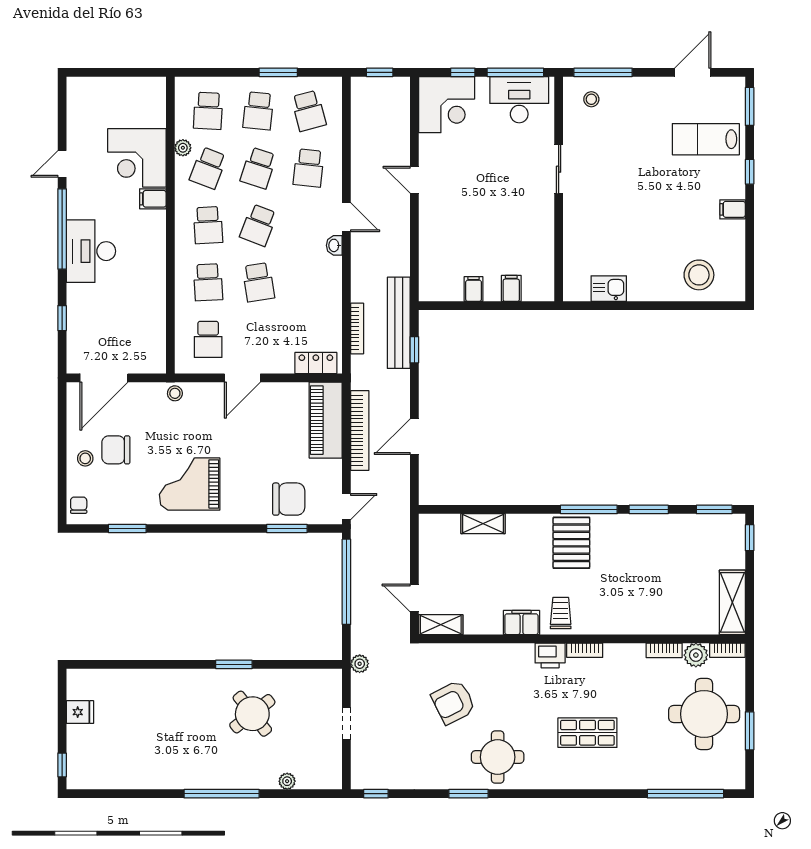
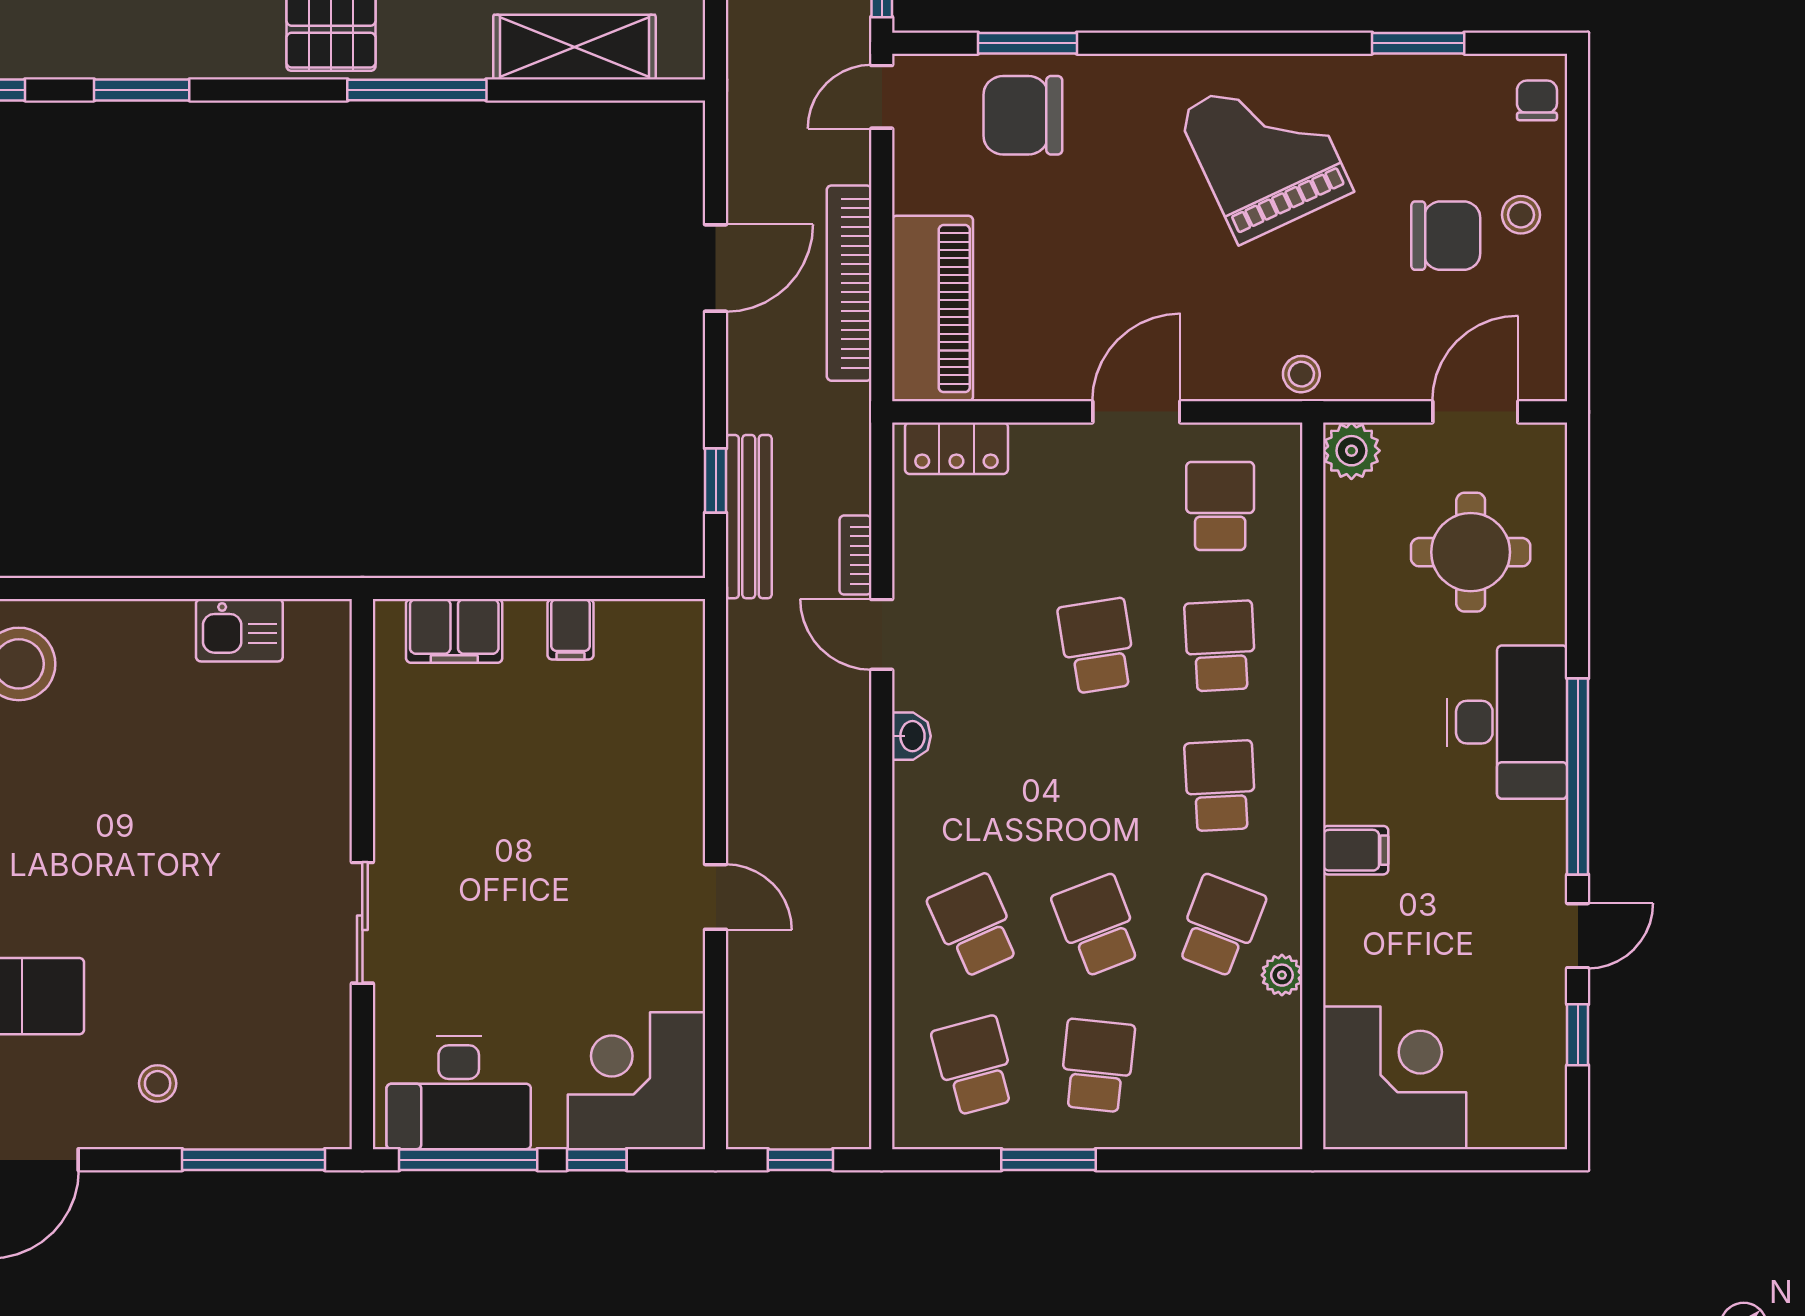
stool: (591, 99) -> (158, 1083), moved
school desk: (208, 111) -> (1220, 1066), removed
corner desk: (137, 158) -> (1395, 1078), moved
school desk: (258, 168) -> (1097, 926), turned -39
school desk: (309, 168) -> (974, 926), turned -30
door: (346, 217) -> (882, 634), moved
school desk: (258, 225) -> (1097, 786), removed
filing cabinet: (511, 288) -> (454, 631), width x2.00
window: (62, 318) -> (1578, 1035), moved
round table: (106, 321) -> (1471, 552), added
bench: (399, 323) -> (749, 517), width x0.73, depth x0.82
bookcase: (357, 328) -> (855, 555), width x0.64
plant: (154, 362) -> (1351, 451), added
door: (104, 378) -> (1475, 412), width x0.73
grand piano: (190, 484) -> (1265, 152), turned -115
chair: (79, 505) -> (1537, 100), turned 180
window: (589, 509) -> (417, 90), moved
shelving: (483, 524) -> (574, 47), width x1.50, depth x1.33

